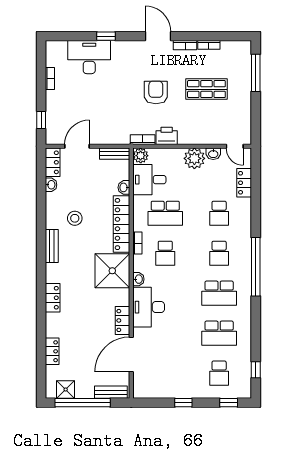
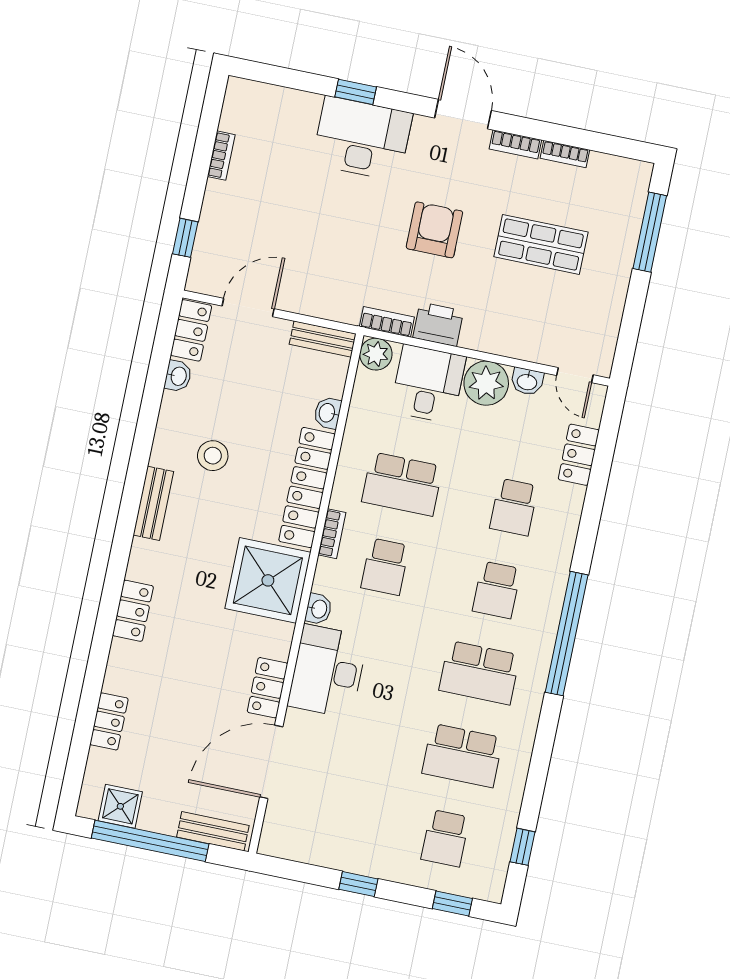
desk: (89, 57) -> (362, 139), moved
desk: (149, 180) -> (428, 384), moved, turned 90

